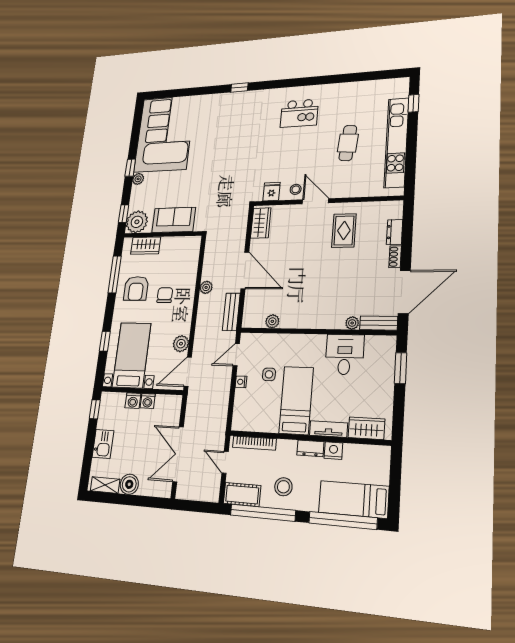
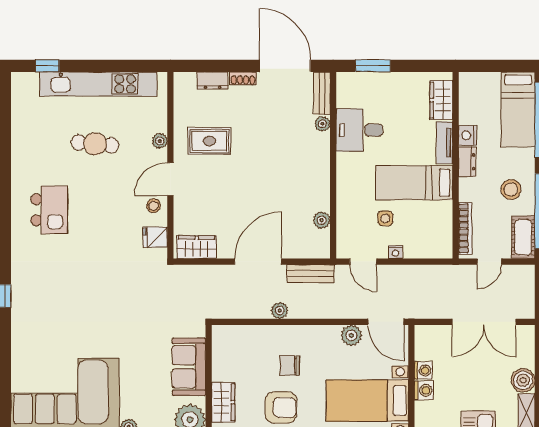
plant: (347, 192) -> (160, 141), added

